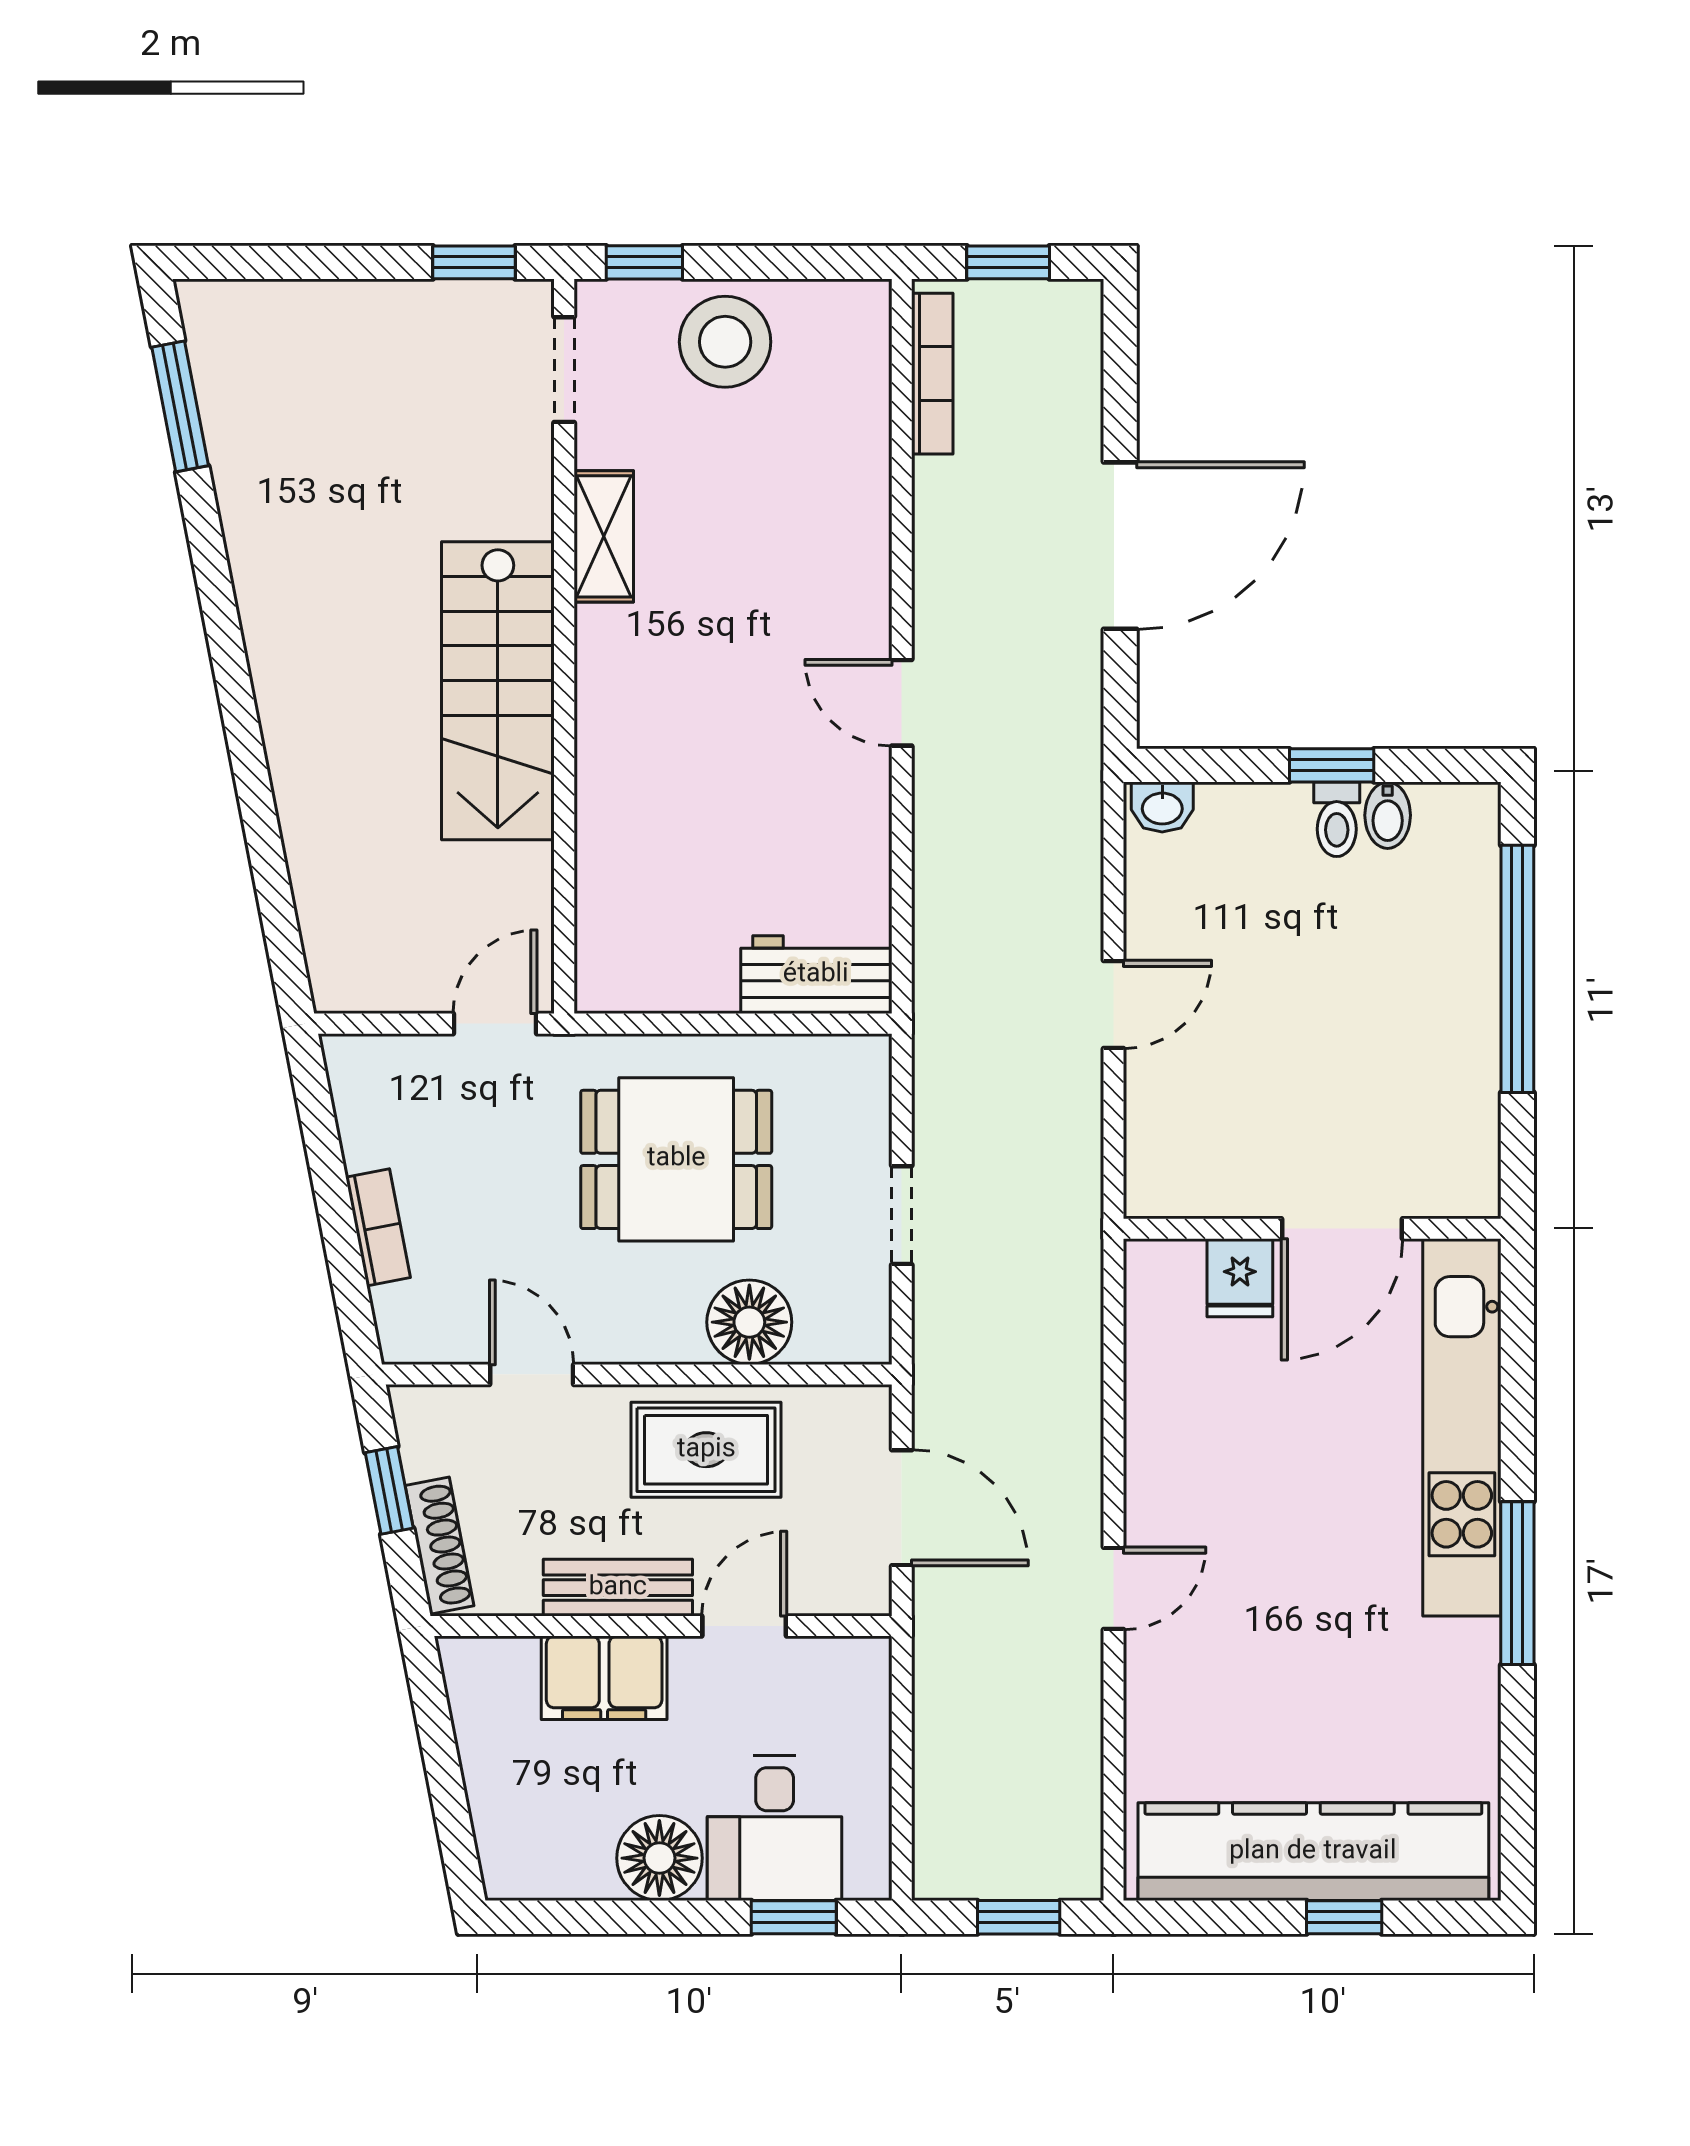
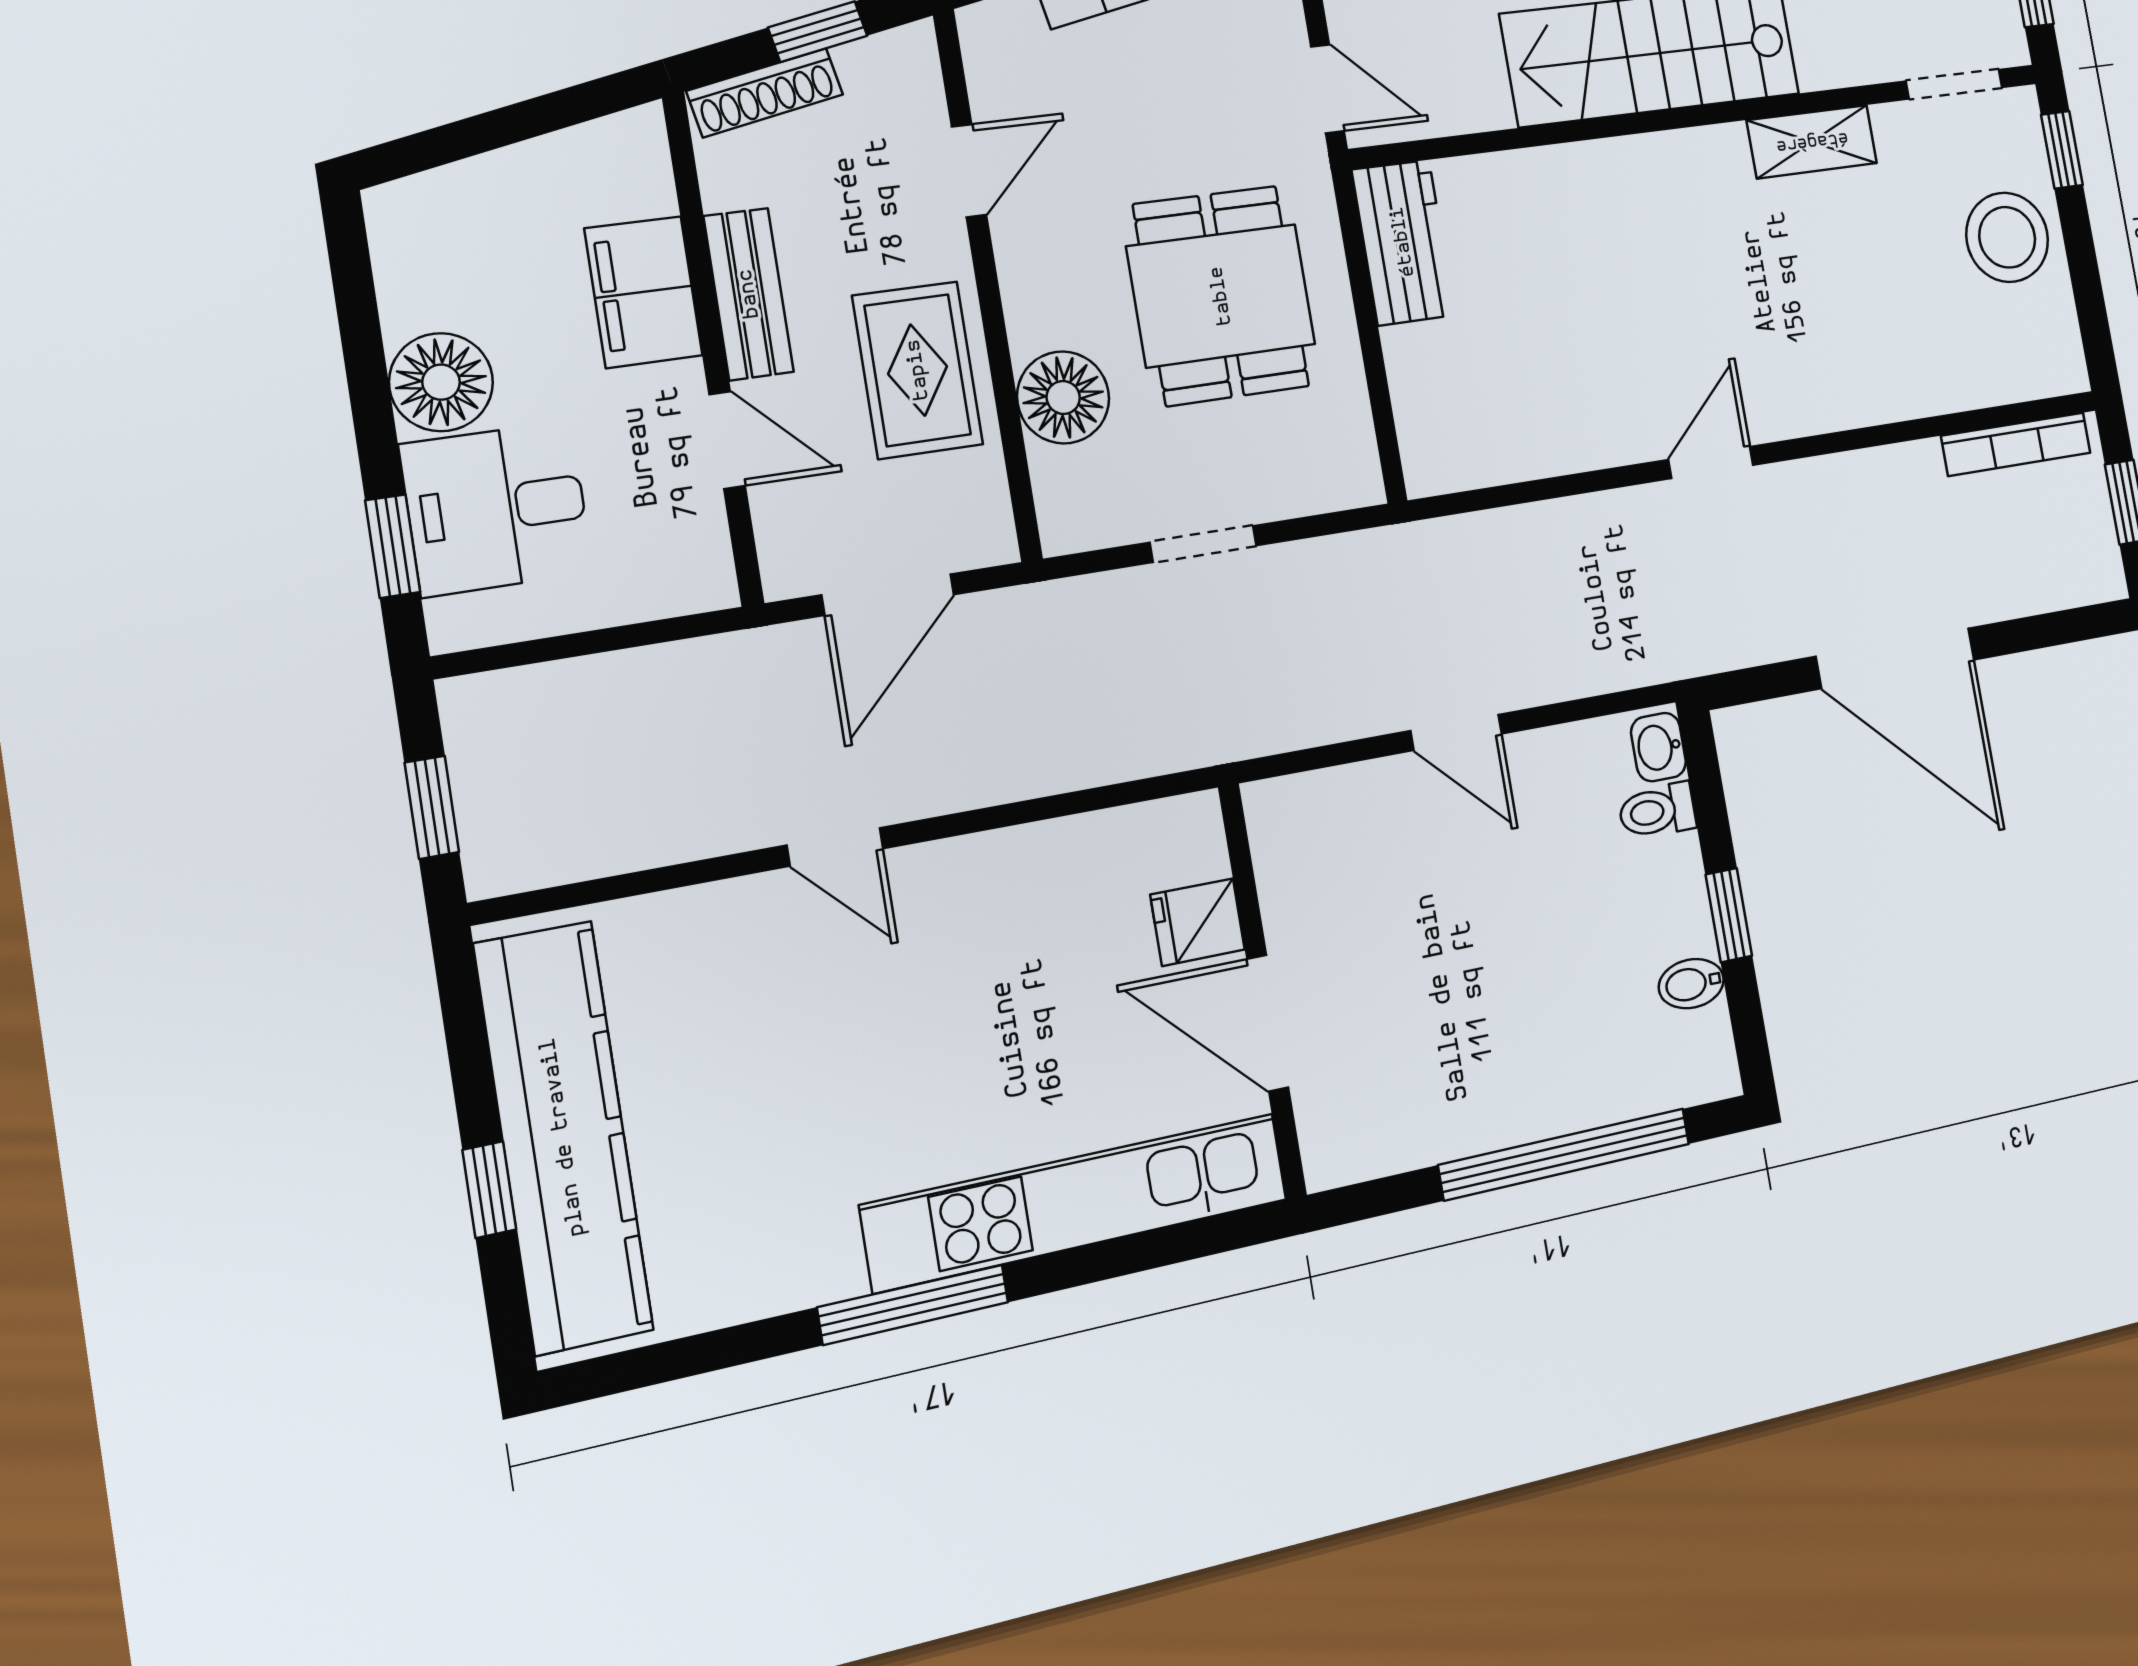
toilet: (1337, 819) -> (1657, 811), moved
workbench: (816, 975) -> (1403, 242), moved

